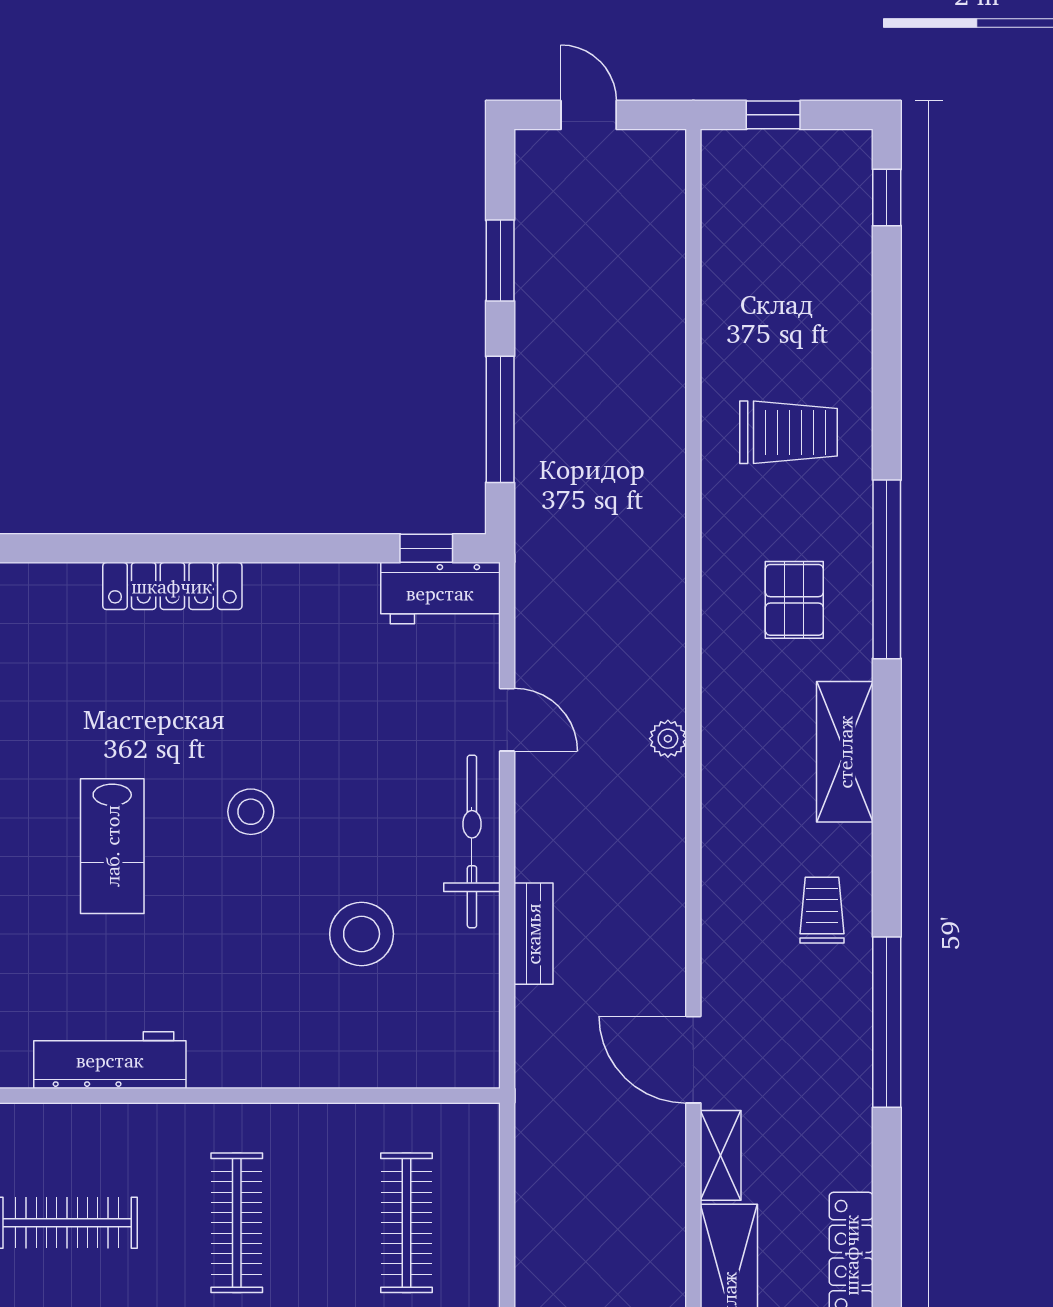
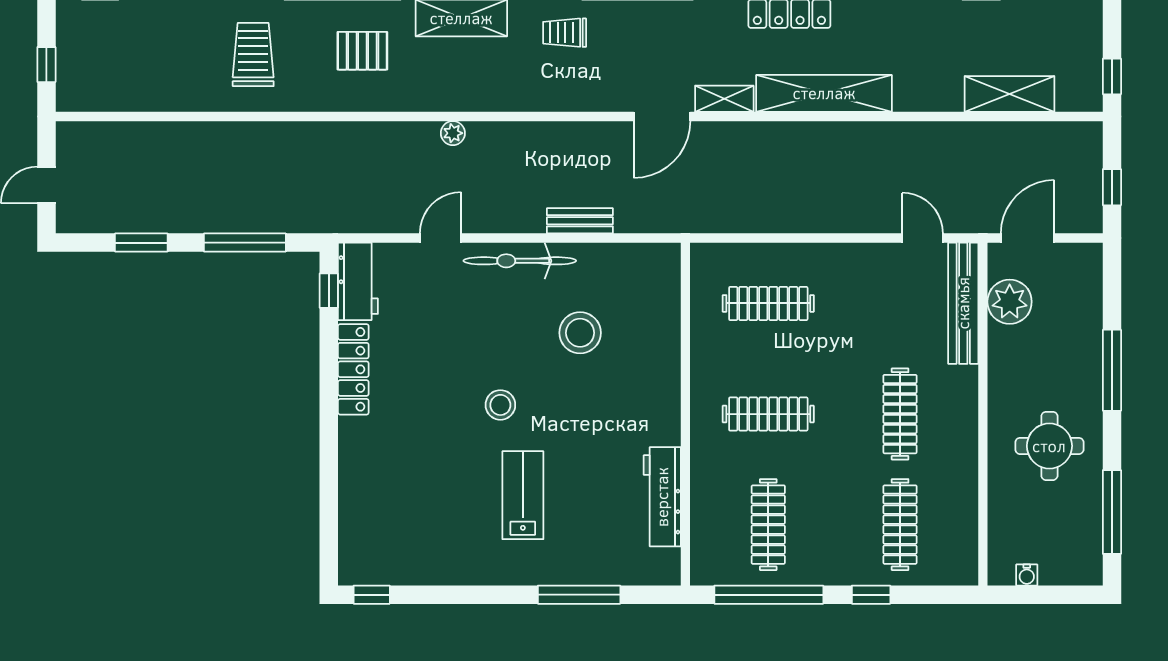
locker: (172, 586) -> (353, 369), moved
lab bench: (112, 846) -> (523, 495), turned -90

